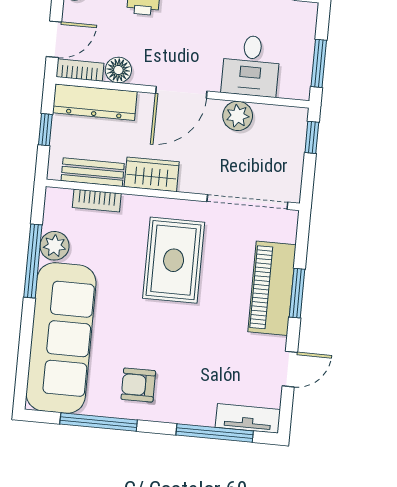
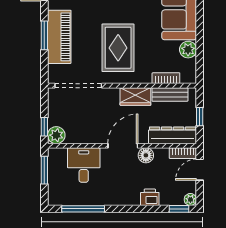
floor lamp: (118, 70) -> (146, 155), moved
plant: (238, 116) -> (56, 135), moved
window: (33, 261) -> (200, 40), removed

